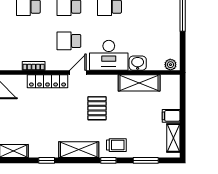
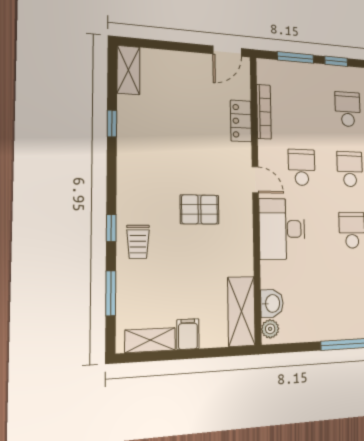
washbasin: (138, 63) -> (272, 303), moved
bookcase: (34, 66) -> (264, 112), width x1.56
locker: (48, 81) -> (241, 121), width x0.66
shelving: (139, 83) -> (241, 311), moved
shelving: (79, 150) -> (130, 178), removed

